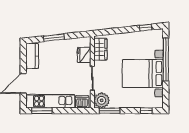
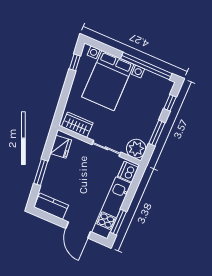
fridge: (84, 55) -> (61, 147), moved, turned -96
window: (166, 59) -> (146, 66), moved
bed with nightstands: (143, 74) -> (108, 81), moved
window: (110, 111) -> (157, 133), moved

